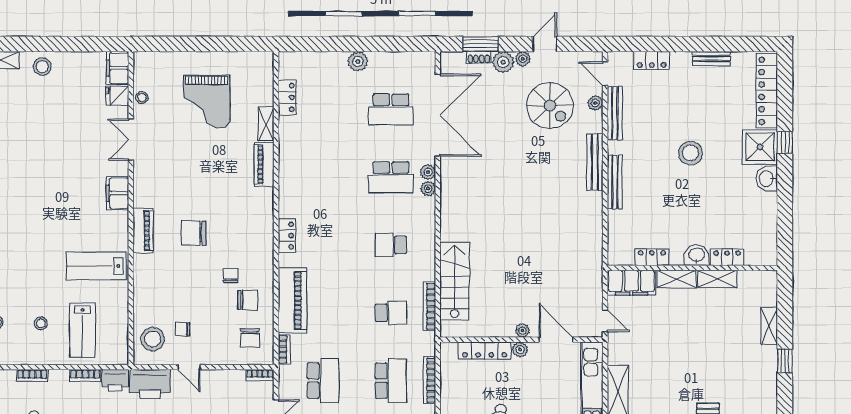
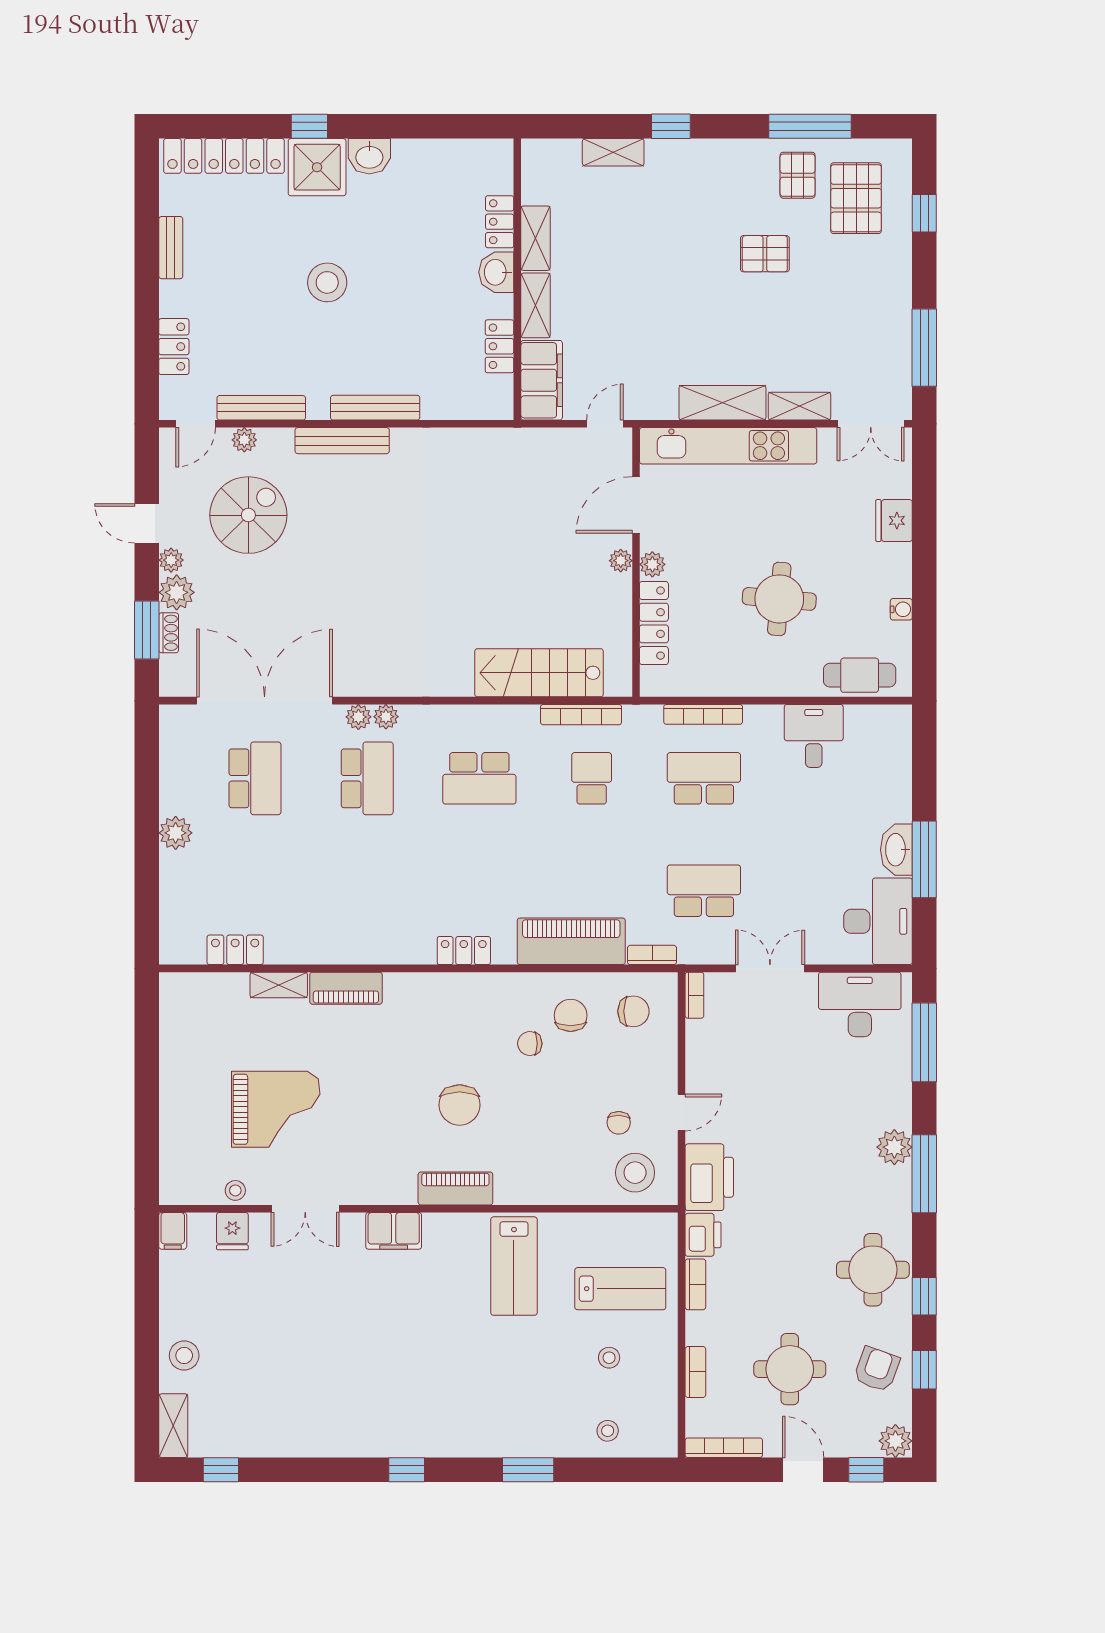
filing cabinet: (117, 68) -> (173, 1231), width x0.50
grand piano: (207, 102) -> (276, 1109), moved
school desk: (391, 245) -> (479, 778), width x1.85

